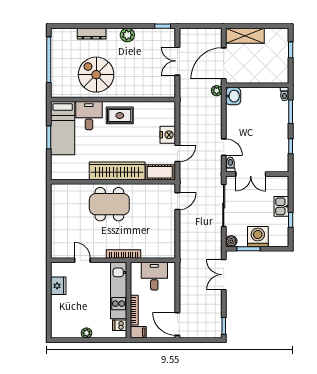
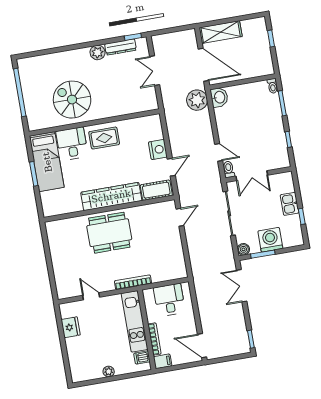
dresser: (92, 34) -> (121, 47), moved
door: (224, 63) -> (203, 65), swing flipped
plant: (217, 91) -> (197, 100), width x1.87, depth x1.87

